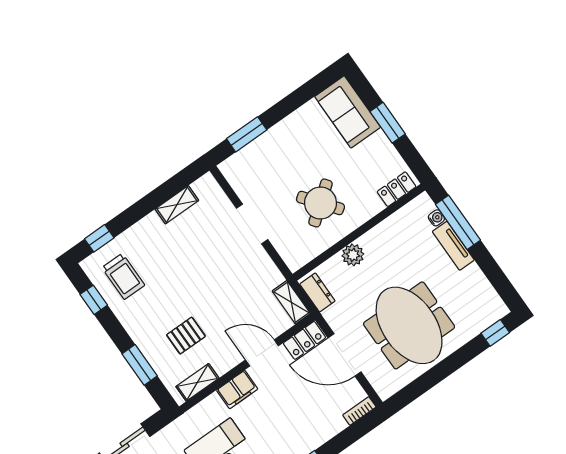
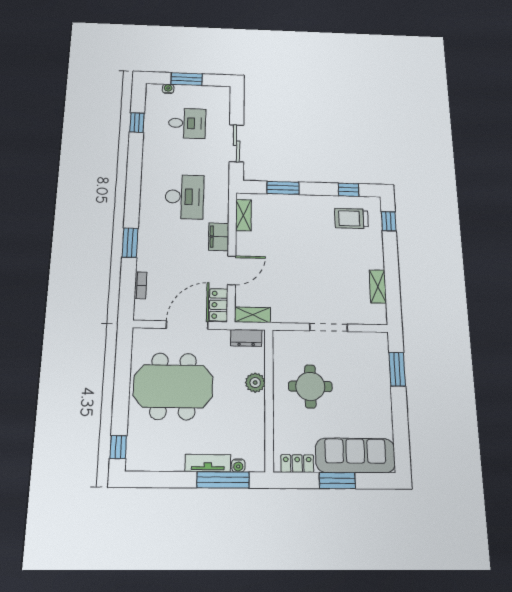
sofa: (348, 112) -> (355, 455), width x1.36
locker: (396, 189) -> (297, 464), moved, turned -90
round table: (320, 203) -> (310, 386), turned 38
pallet: (186, 336) -> (281, 230), removed
bookcase: (359, 411) -> (141, 285), moved

